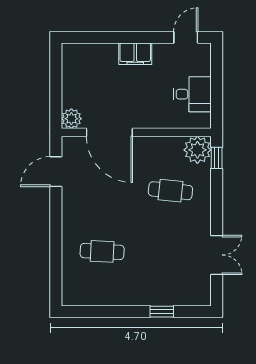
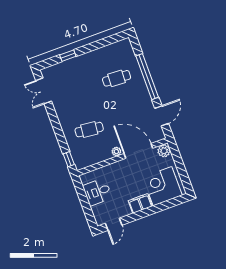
corner desk: (93, 67) -> (162, 186), added
plant: (197, 150) -> (116, 152), moved, width x0.53, depth x0.53
window: (56, 237) -> (147, 77), added
double door: (217, 255) -> (44, 91), moved

